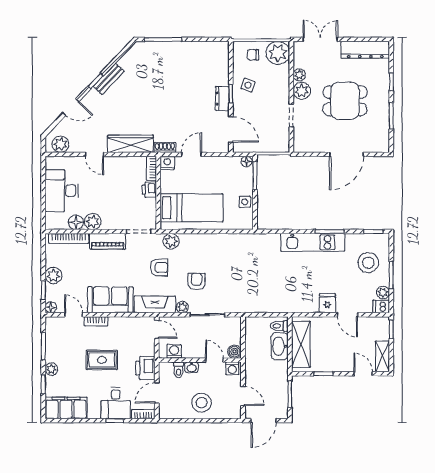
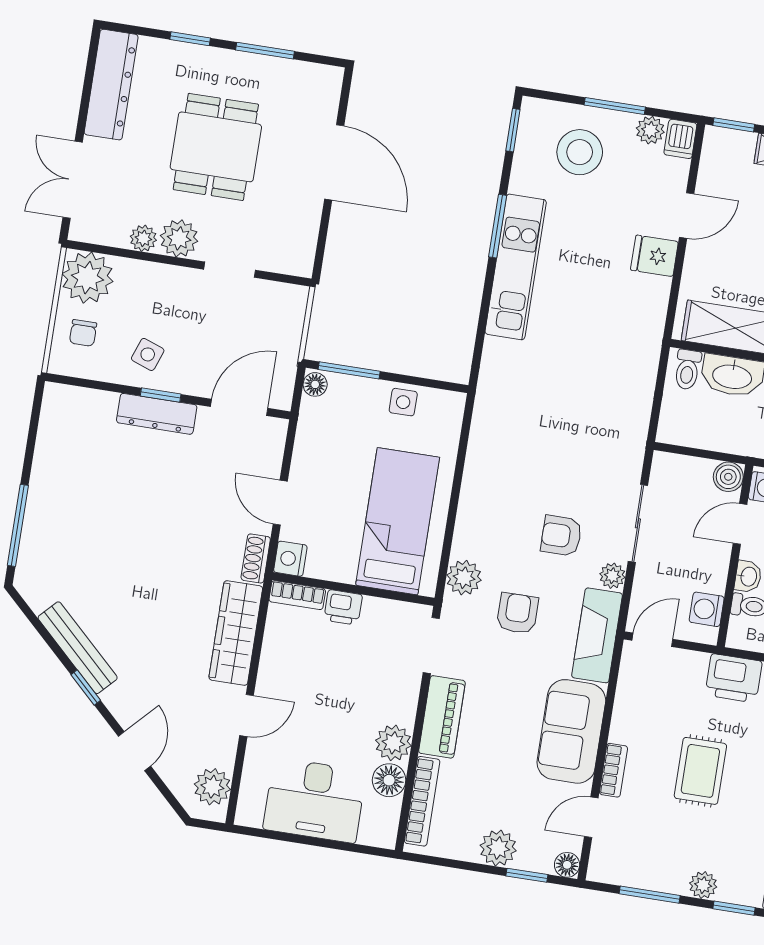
bench: (109, 79) -> (78, 648), width x1.36
dresser: (222, 99) -> (157, 414), width x1.44

